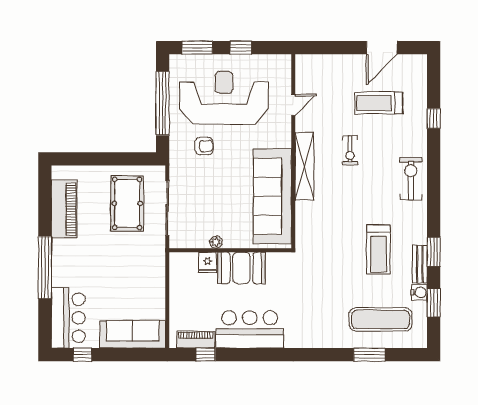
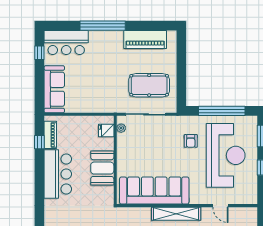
plant: (216, 242) -> (121, 128), moved
fridge: (208, 263) -> (106, 131), moved

